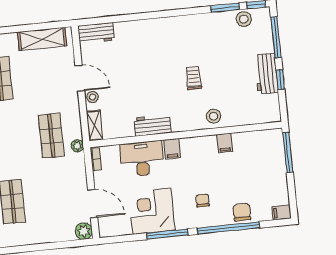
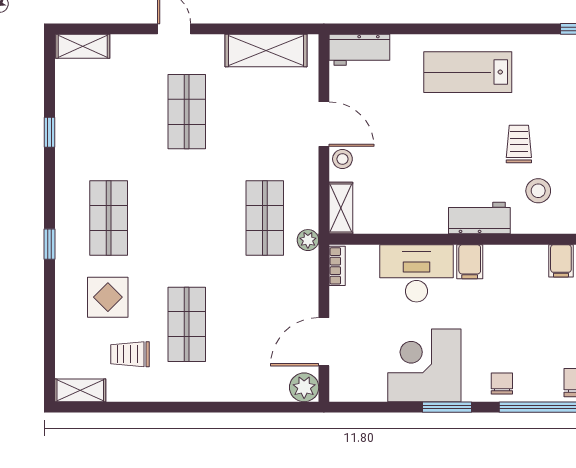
lab bench: (160, 40) -> (468, 72), added
stool: (214, 116) -> (538, 191), moved
workbench: (152, 125) -> (479, 218), moved
chair: (203, 200) -> (502, 383), moved
door: (93, 204) -> (324, 342), swing flipped
window: (167, 234) -> (447, 407), width x0.69

